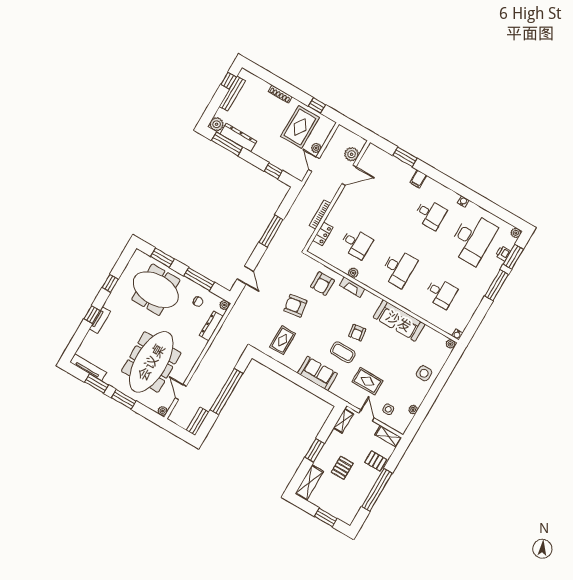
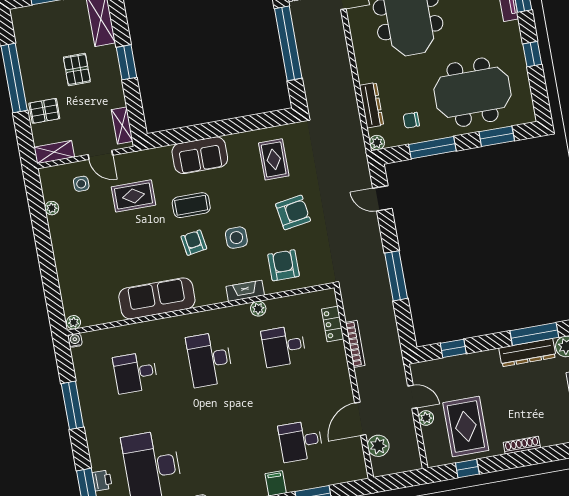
desk: (430, 214) -> (301, 441), moved
window: (497, 285) -> (72, 405), moved
side table: (424, 373) -> (236, 238), moved

